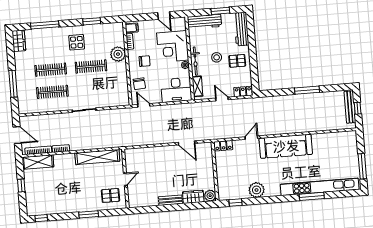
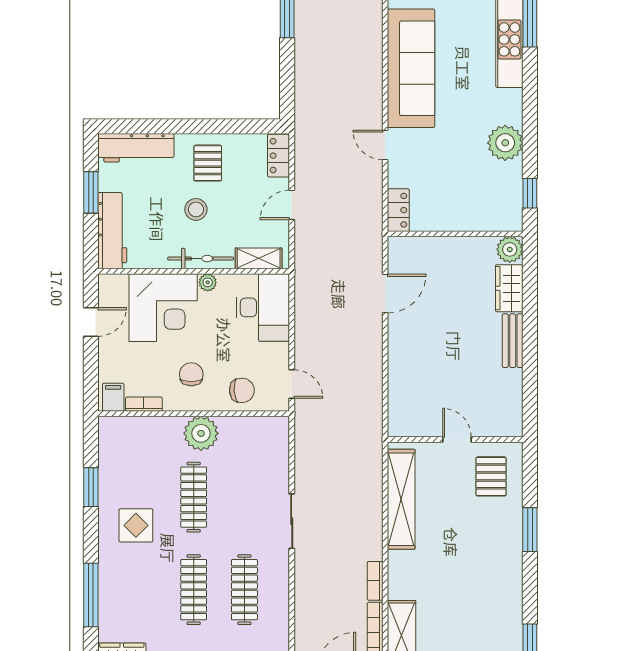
plant: (118, 54) -> (201, 433), moved
door: (144, 105) -> (292, 384), swing flipped

